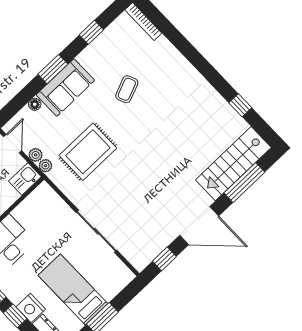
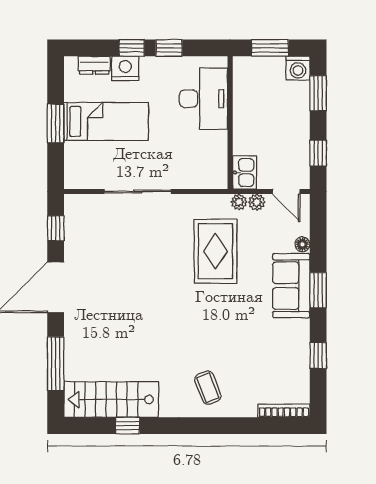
coffee table: (127, 89) -> (208, 388), moved
stairs: (233, 164) -> (111, 399), moved, turned -90

